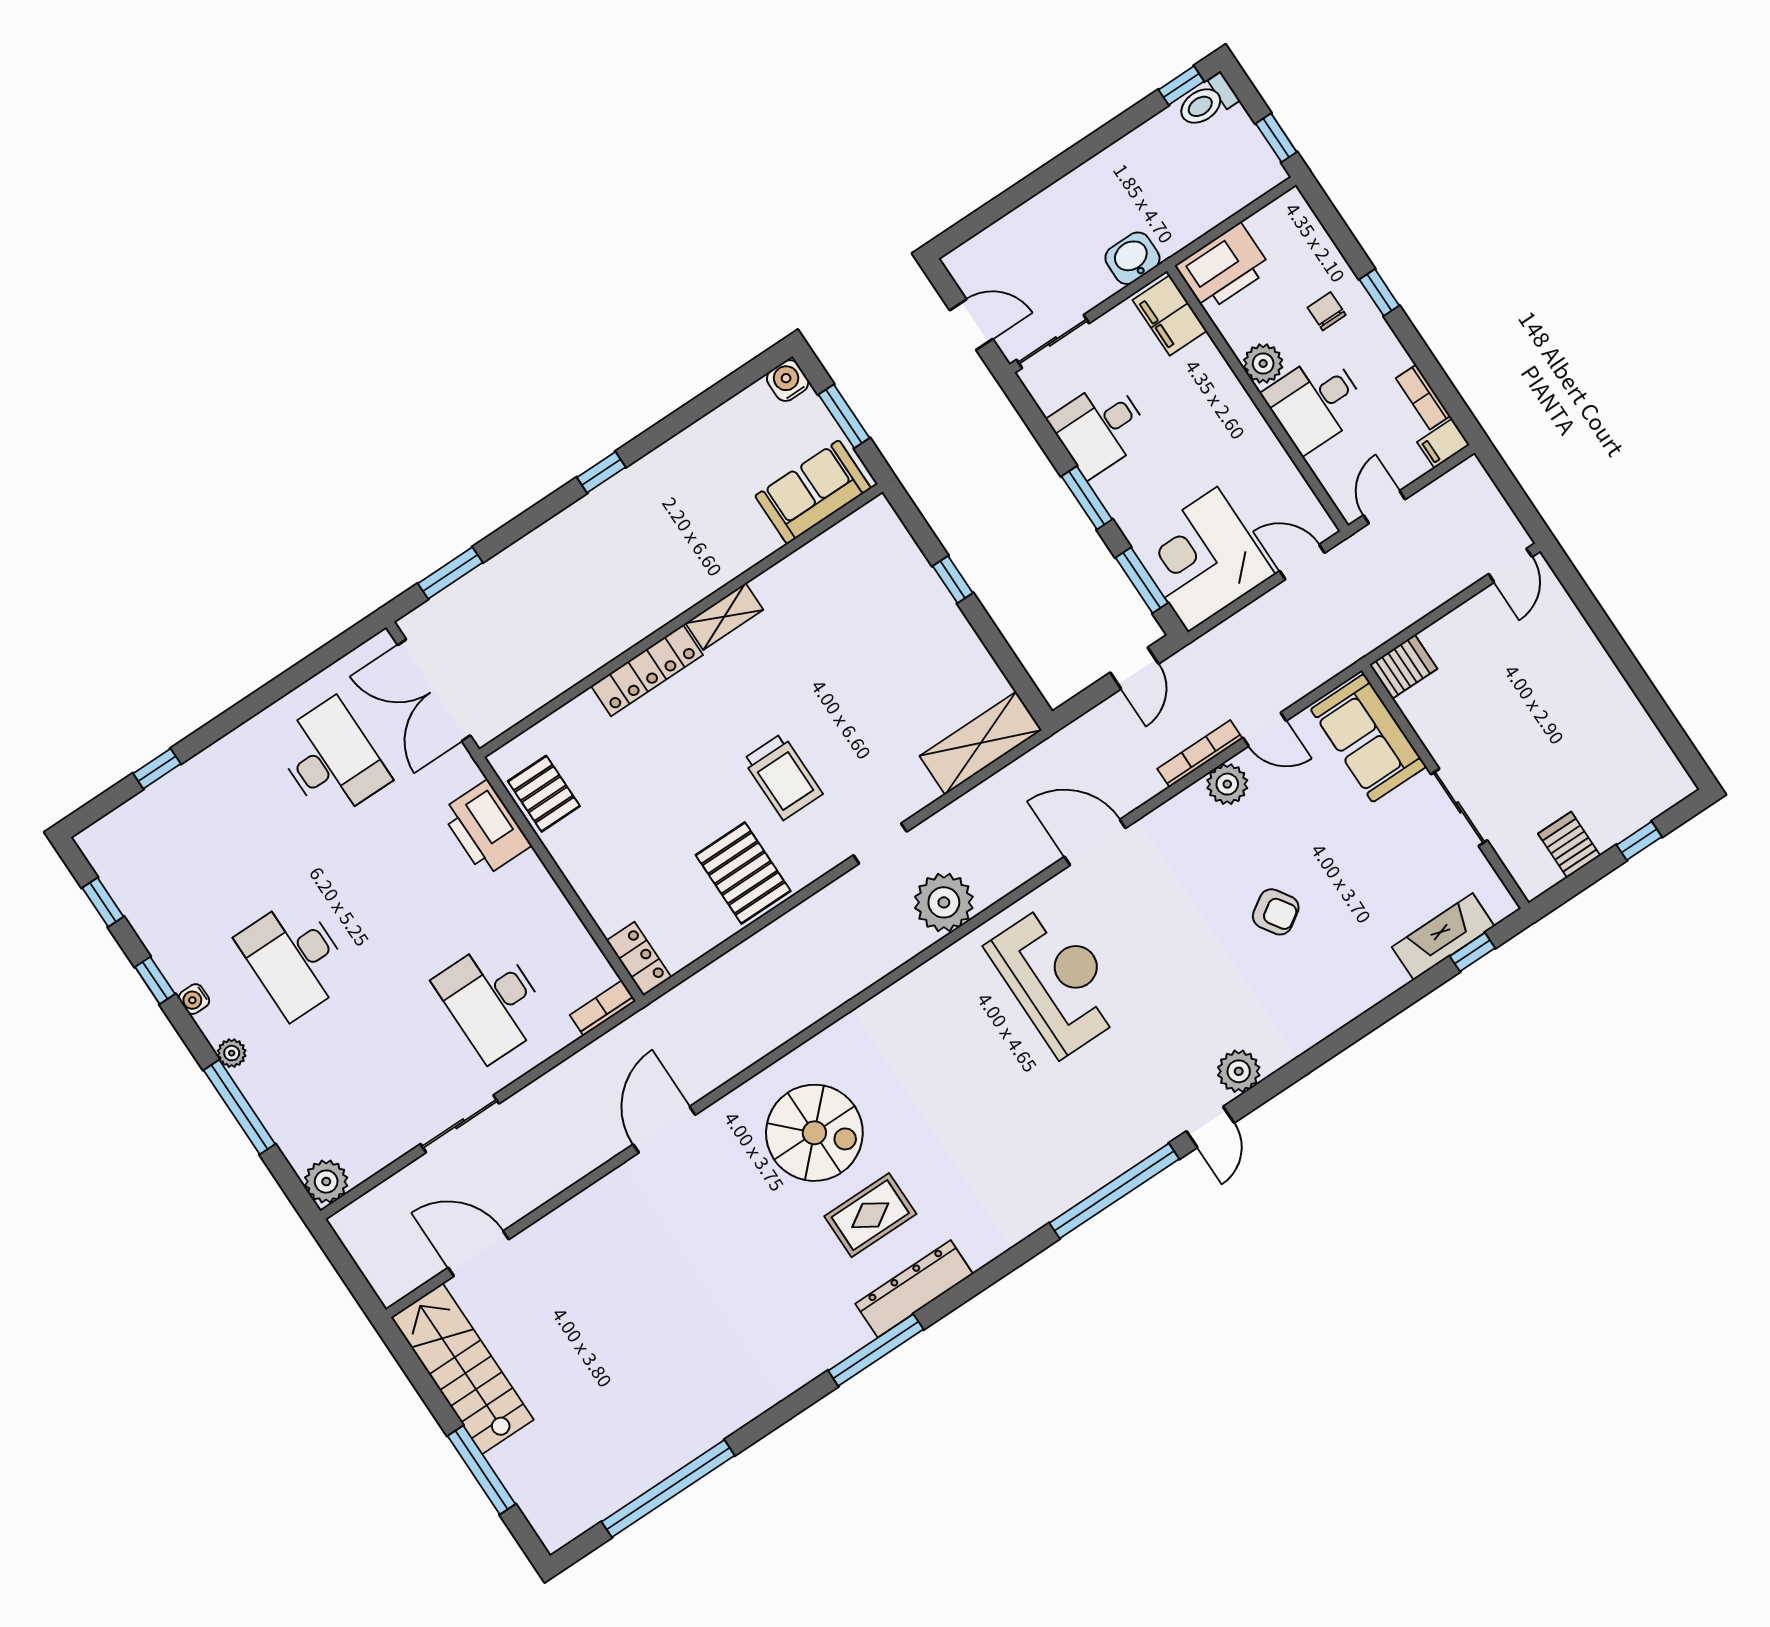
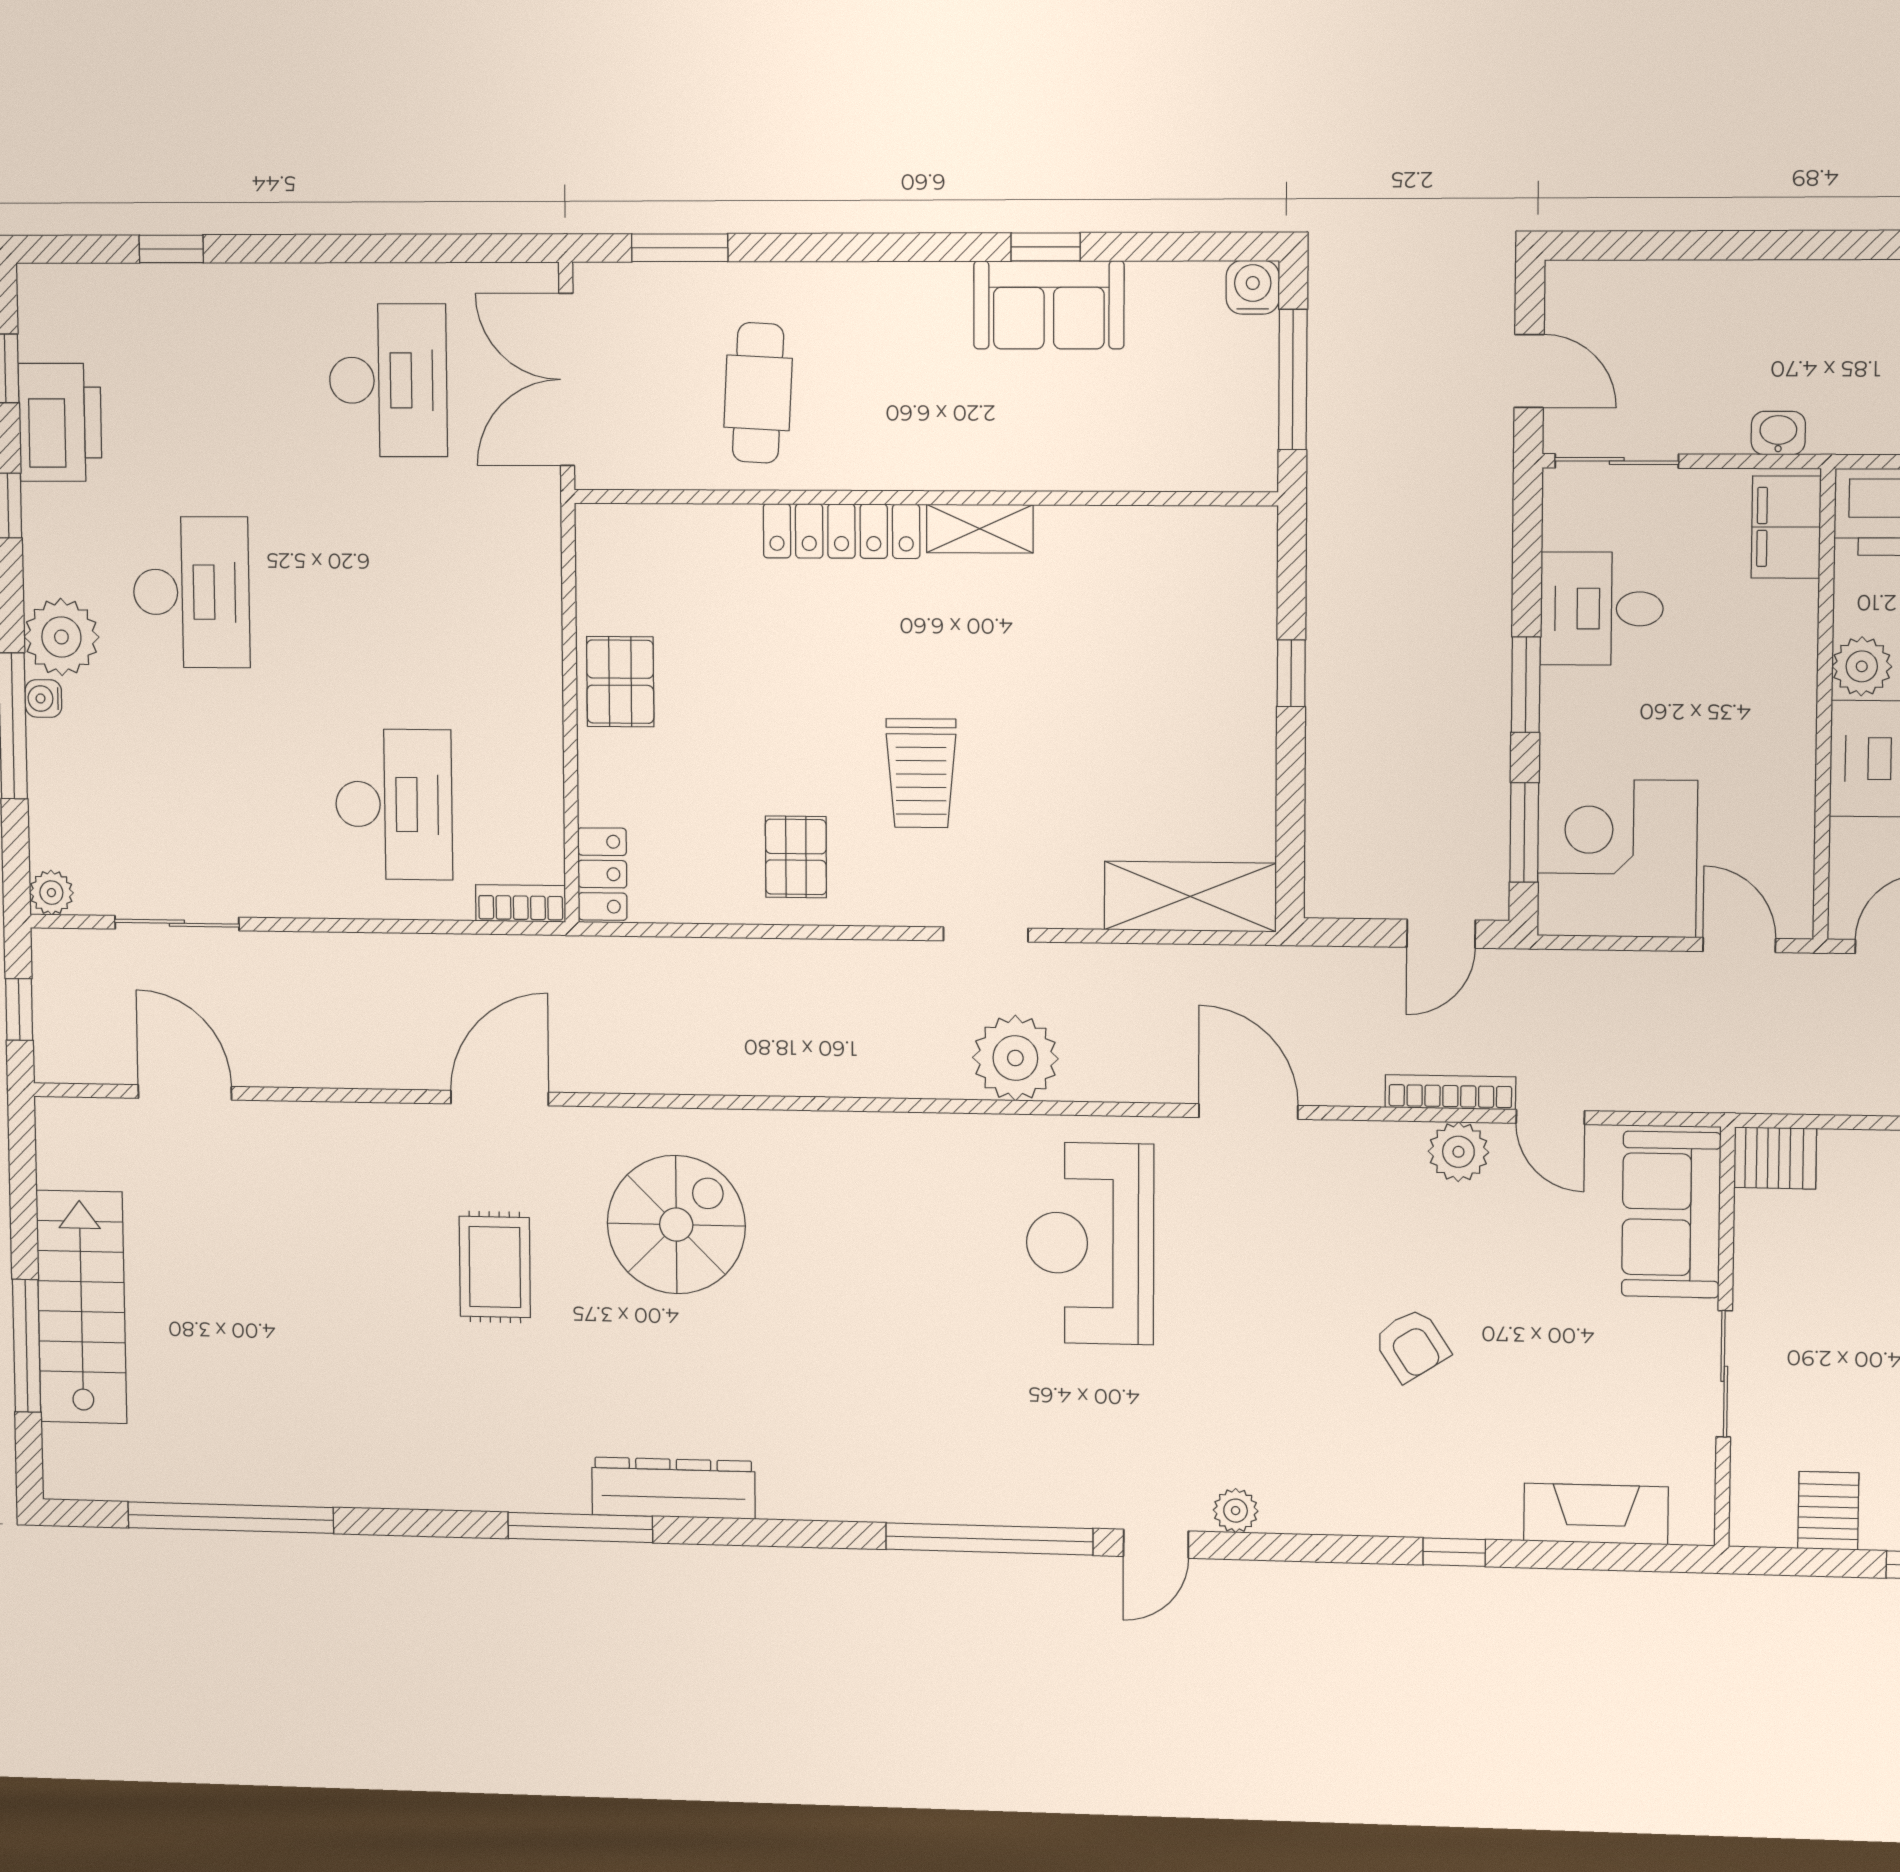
washbasin: (1132, 258) -> (1778, 433), width x0.72, depth x0.69
window: (844, 416) -> (1293, 379), width x1.44
window: (601, 472) -> (1046, 247), moved
sofa: (813, 492) -> (1049, 305), moved, turned 180
cafe table: (548, 625) -> (758, 393), added
pallet: (544, 794) -> (620, 682), moved
printer: (486, 828) -> (60, 422), moved, turned 180
pallet: (743, 873) -> (796, 857), width x0.67, depth x0.71
window: (1472, 952) -> (1454, 1552), moved
desk: (295, 958) -> (191, 592), turned 180
reception desk: (1057, 979) -> (1090, 1243), turned 180
water cooler: (194, 999) -> (43, 699), moved
desk: (492, 1001) -> (394, 804), turned 180
plant: (232, 1053) -> (61, 637), width x1.88, depth x1.88
plant: (1239, 1071) -> (1236, 1511), width x0.73, depth x0.73
sliding door: (460, 1124) -> (177, 923), moved
spiral stairs: (814, 1133) -> (676, 1225), turned -90
plant: (326, 1182) -> (51, 893), width x0.73, depth x0.73
rug: (870, 1215) -> (495, 1267), moved, turned 90
window: (349, 1272) -> (19, 1009), added
stairs: (462, 1369) -> (81, 1307), moved

